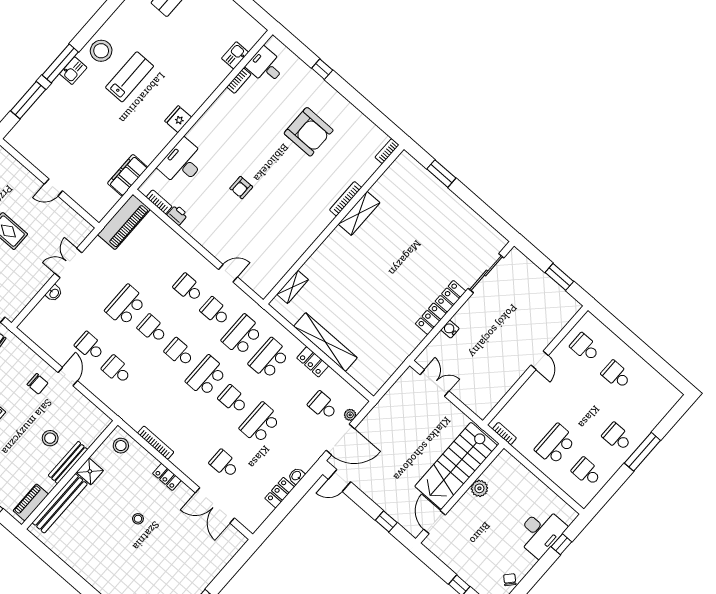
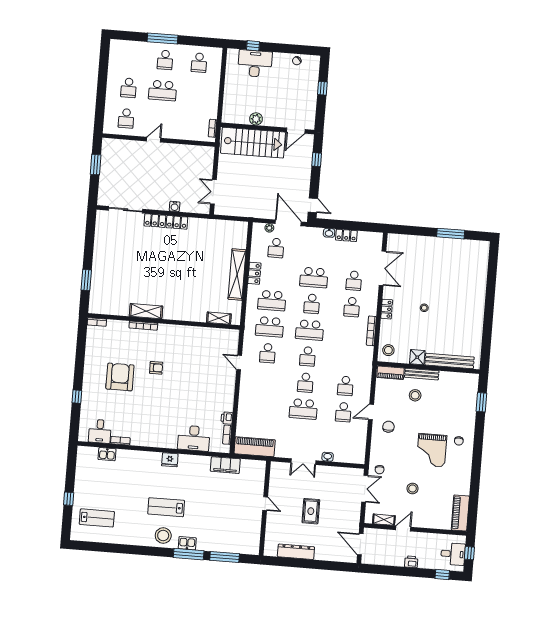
armchair: (241, 188) -> (156, 368), moved
school desk: (188, 288) -> (352, 307), moved
school desk: (555, 445) -> (163, 91), moved
piano: (31, 502) -> (391, 373), moved

